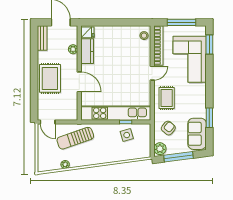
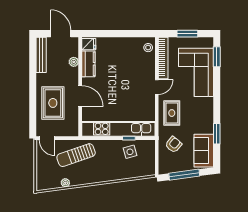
window: (181, 22) -> (187, 34), width x0.69
bench: (42, 38) -> (41, 55), width x1.36
rug: (50, 78) -> (53, 103), moved
plant: (160, 149) -> (165, 166), removed

